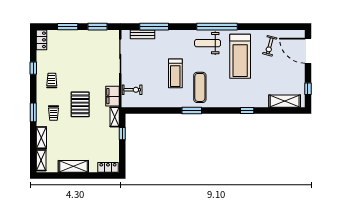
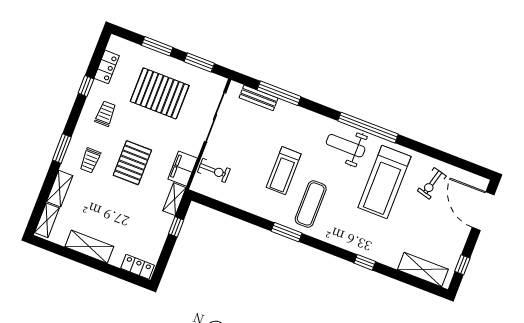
locker: (41, 40) -> (107, 67), moved
pallet: (80, 55) -> (160, 93), added

